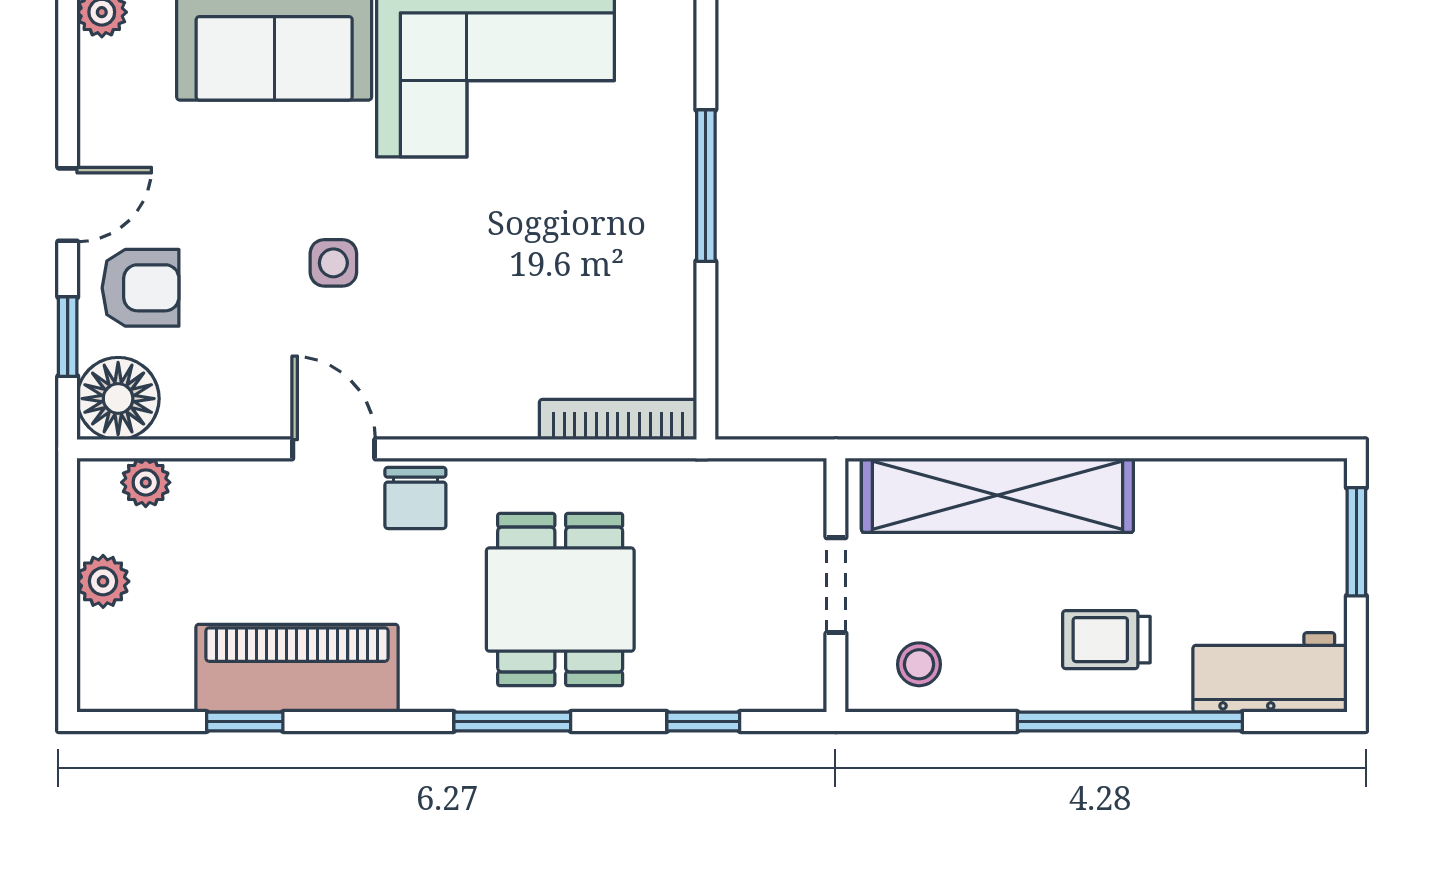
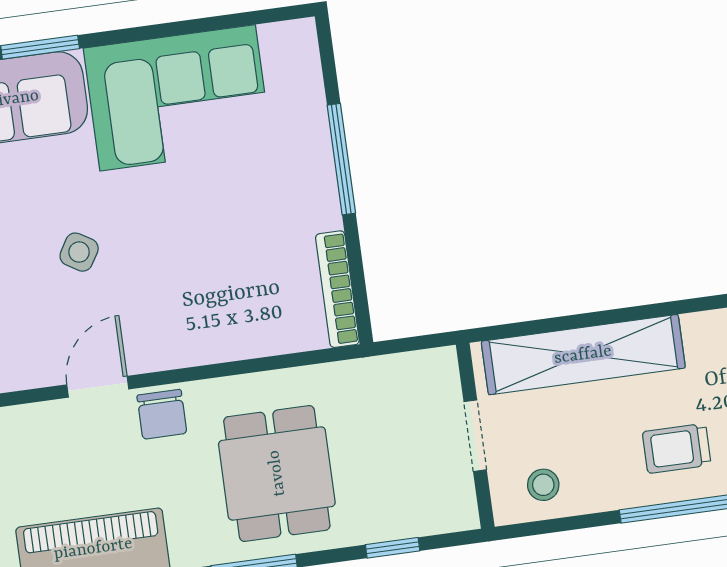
side table: (333, 263) -> (79, 252), turned 31
bookcase: (618, 420) -> (337, 289), moved, turned -90
door: (334, 449) -> (98, 387), hinge flipped

